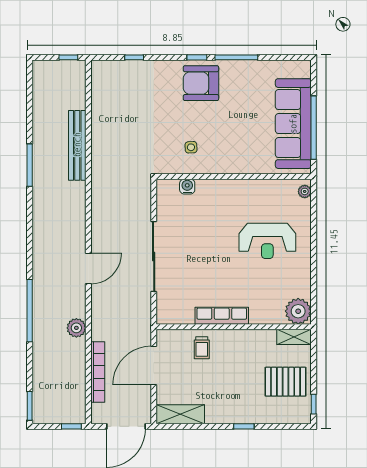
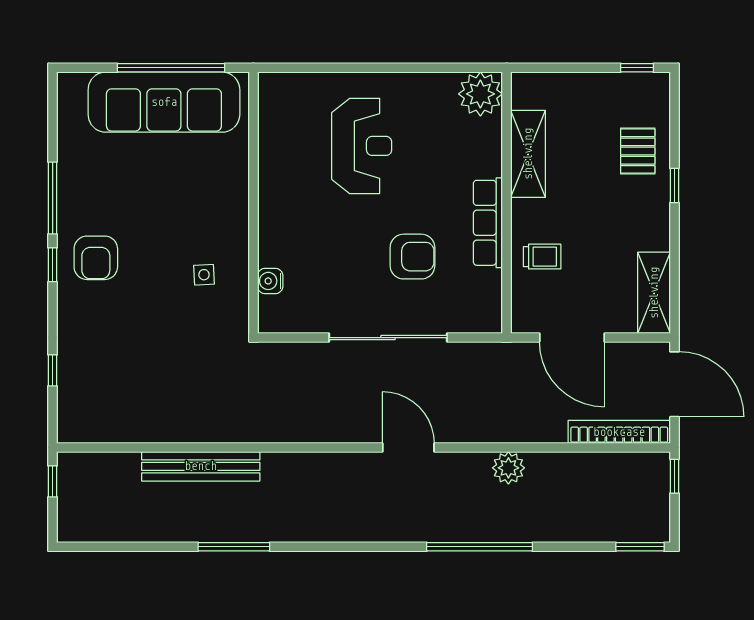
armchair: (201, 83) -> (96, 258), width x0.73, depth x0.73
plant: (305, 191) -> (278, 83), removed
armchair: (202, 271) -> (412, 257), added
shelving: (294, 337) -> (528, 154), moved, width x1.50, depth x1.33
bookcase: (98, 372) -> (619, 432), moved
pallet: (286, 382) -> (638, 151), moved, width x0.67, depth x0.71

